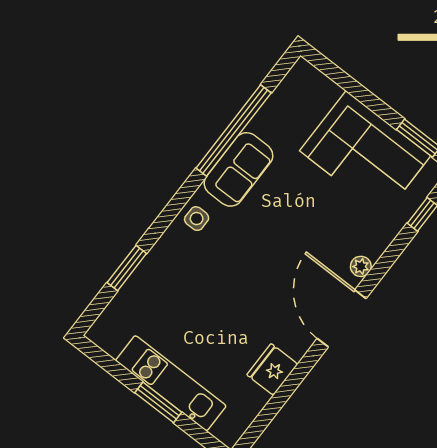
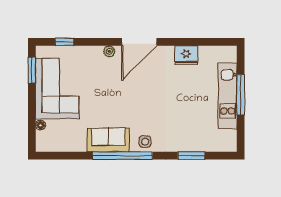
floor lamp: (332, 91) -> (40, 125), added
window: (234, 130) -> (122, 156), moved
window: (158, 402) -> (241, 95), width x1.44

